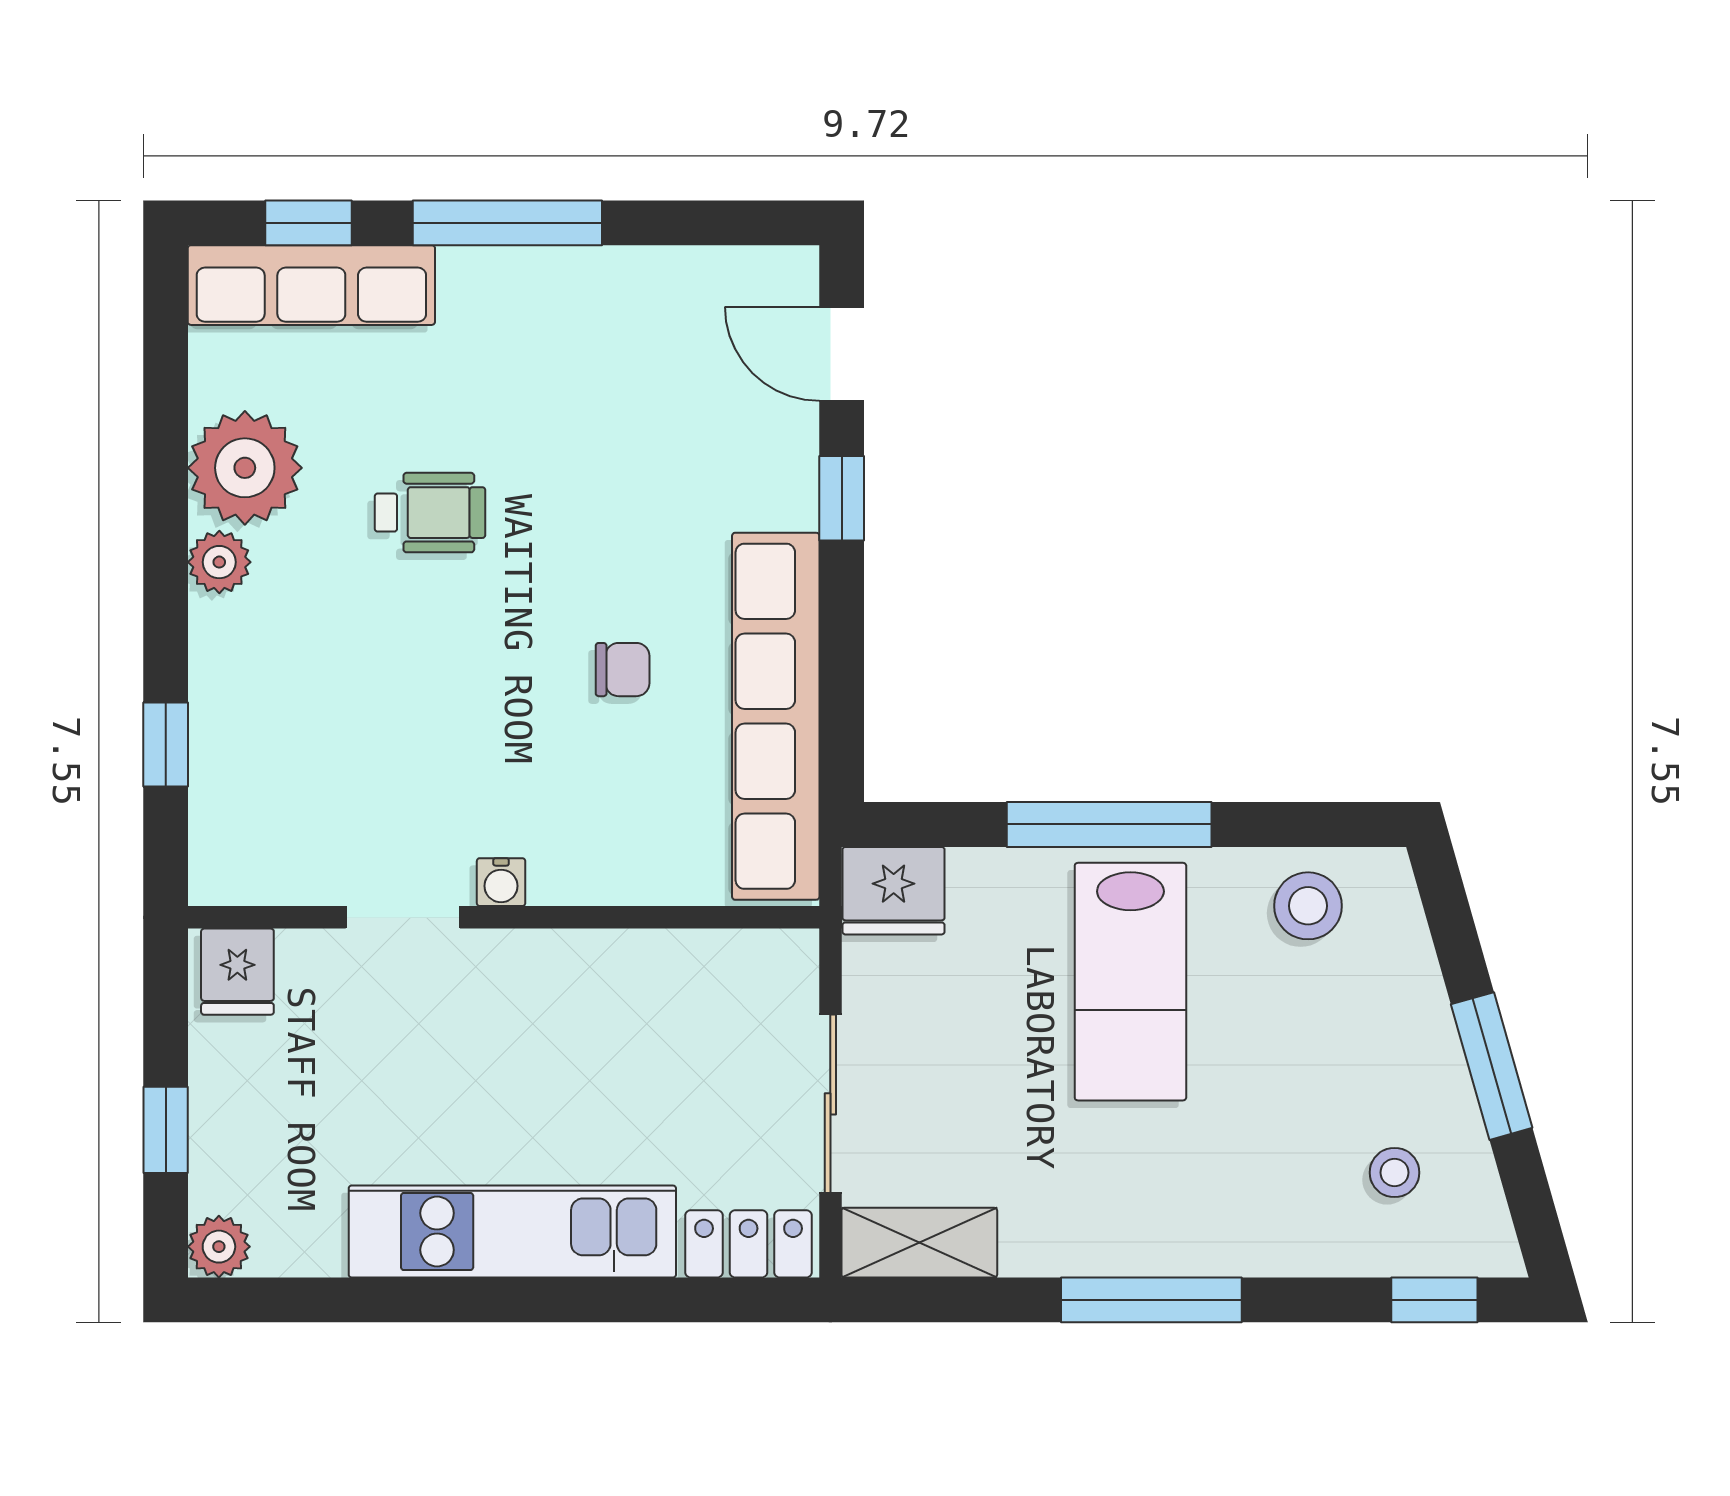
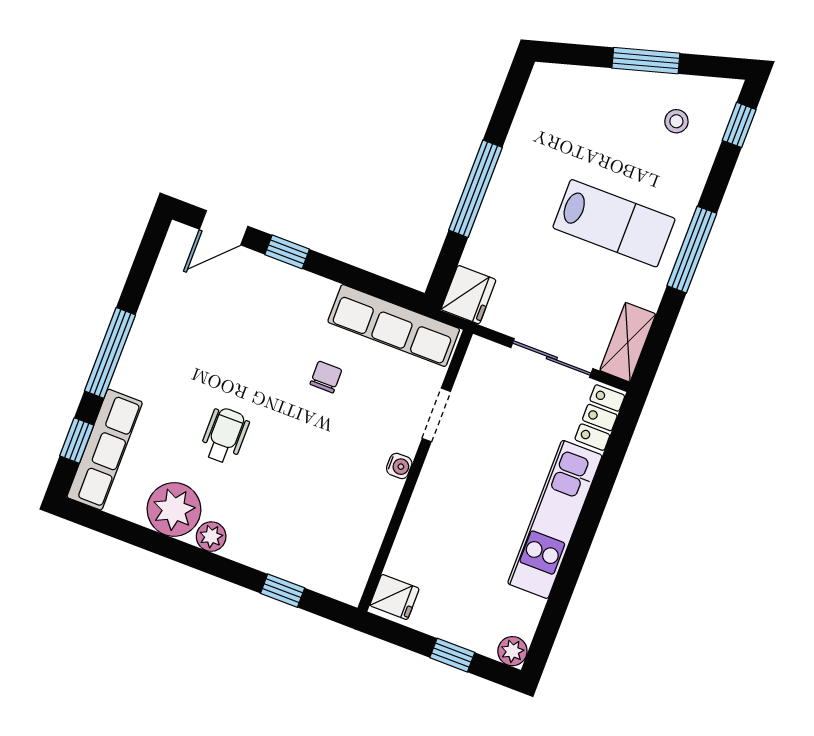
row of seats: (776, 716) -> (394, 326), width x0.73
stool: (1308, 906) -> (545, 115), removed
doorway: (403, 917) -> (436, 415), moved
lab bench: (1130, 982) -> (614, 223), moved

